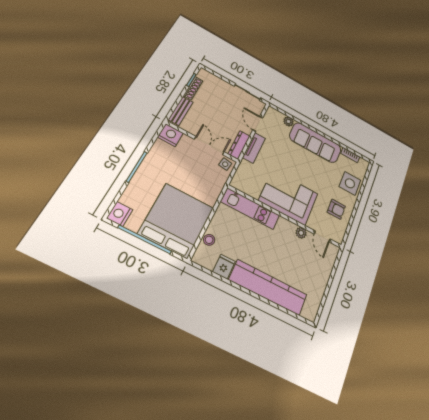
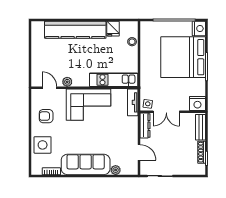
tv unit: (254, 148) -> (133, 102), moved
bed: (177, 220) -> (183, 57), moved, turned 90

